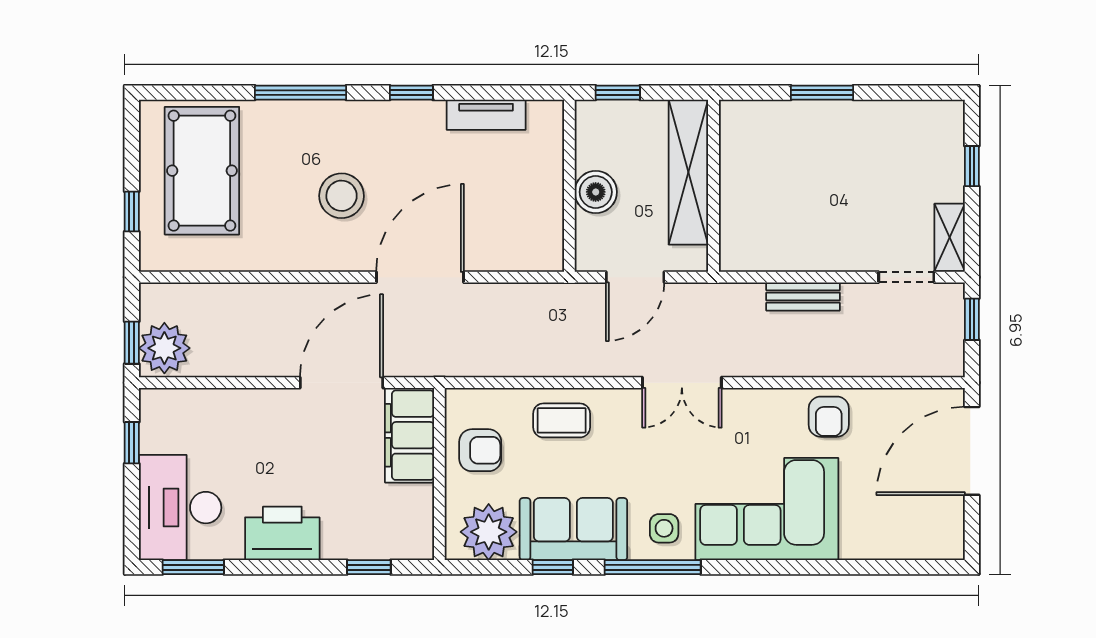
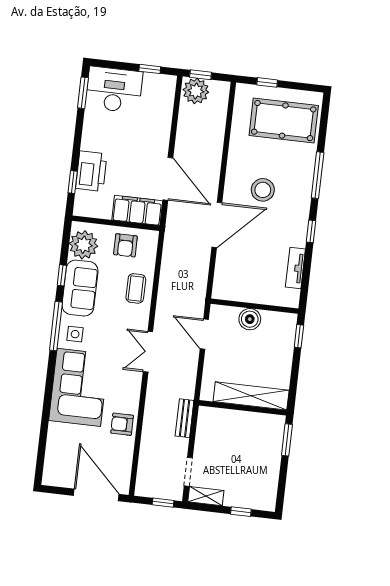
shelving: (688, 172) -> (251, 396), moved
wall: (714, 186) -> (243, 408), moved
door: (420, 277) -> (217, 225), hinge flipped
printer: (282, 533) -> (91, 171), moved

